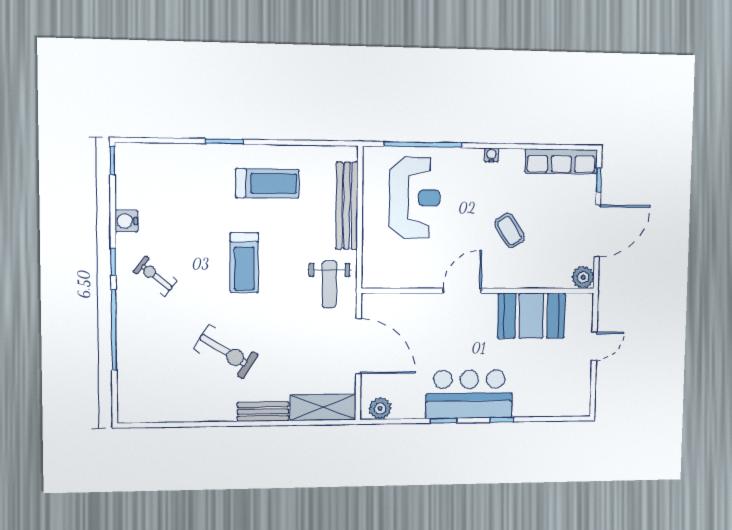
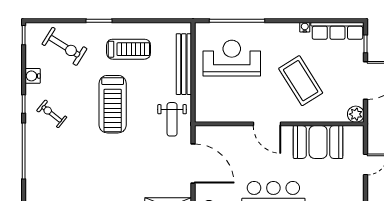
water cooler: (492, 155) -> (305, 27), moved
reception desk: (415, 198) -> (232, 58), turned -90
coffee table: (509, 230) -> (301, 81), width x1.86, depth x1.72
treadmill: (244, 263) -> (113, 104), width x1.37, depth x1.38
door: (462, 291) -> (267, 124), swing flipped
exercise bike: (226, 352) -> (64, 46), moved

